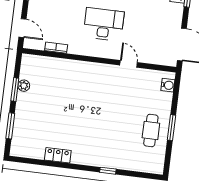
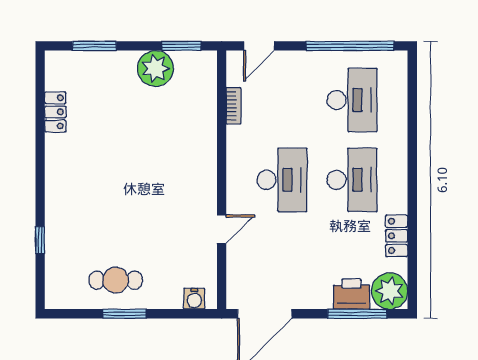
plant: (24, 86) -> (155, 68), width x1.88, depth x1.88
window: (15, 89) -> (182, 46), moved
locker: (58, 155) -> (55, 112), moved
window: (108, 171) -> (40, 240), moved

